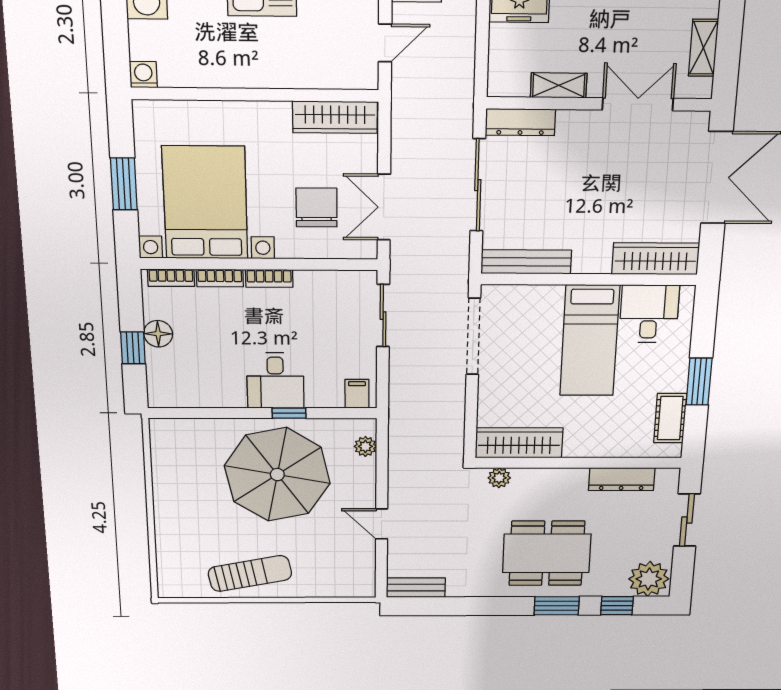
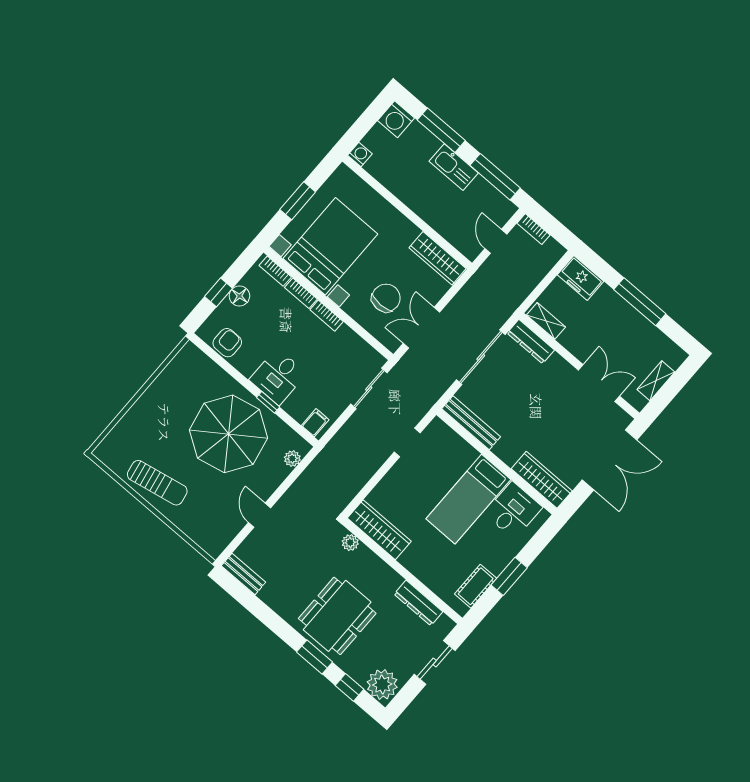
door: (385, 43) -> (496, 241), swing flipped
shelving: (559, 85) -> (546, 321), moved
doorway: (473, 337) -> (407, 442), width x0.53
armchair: (191, 390) -> (227, 343), added
dining table: (547, 553) -> (337, 616), turned 90

